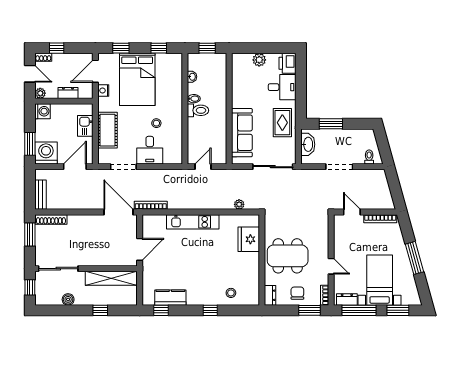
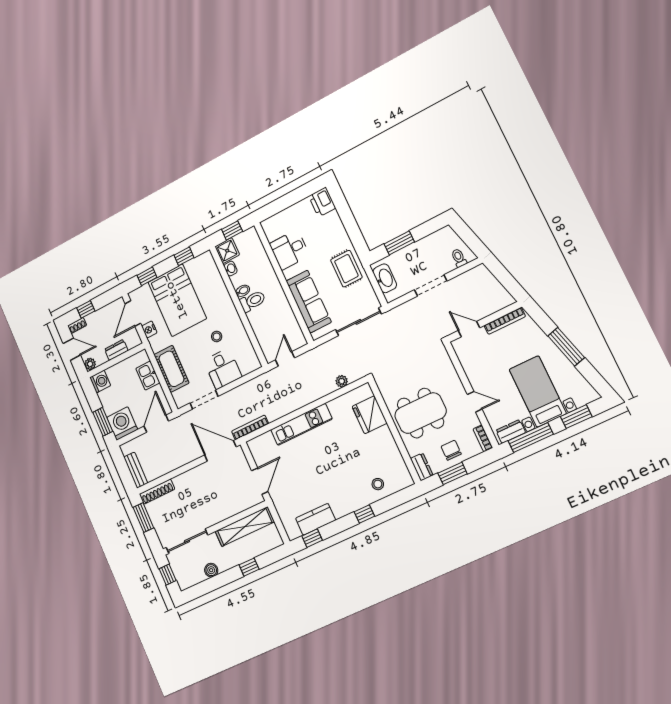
plant: (259, 60) -> (291, 214), removed
shower: (196, 62) -> (227, 251), added
desk: (282, 87) -> (289, 250), moved, turned 180
window: (310, 310) -> (452, 473), moved

